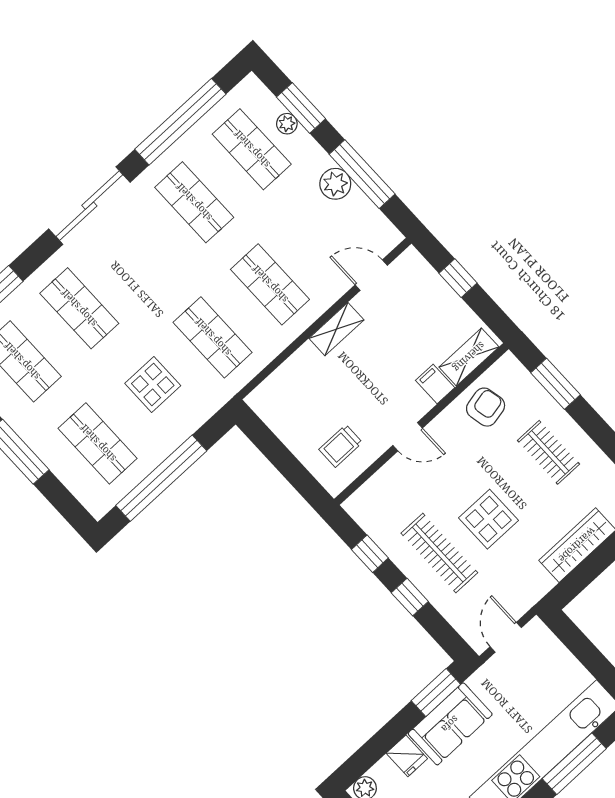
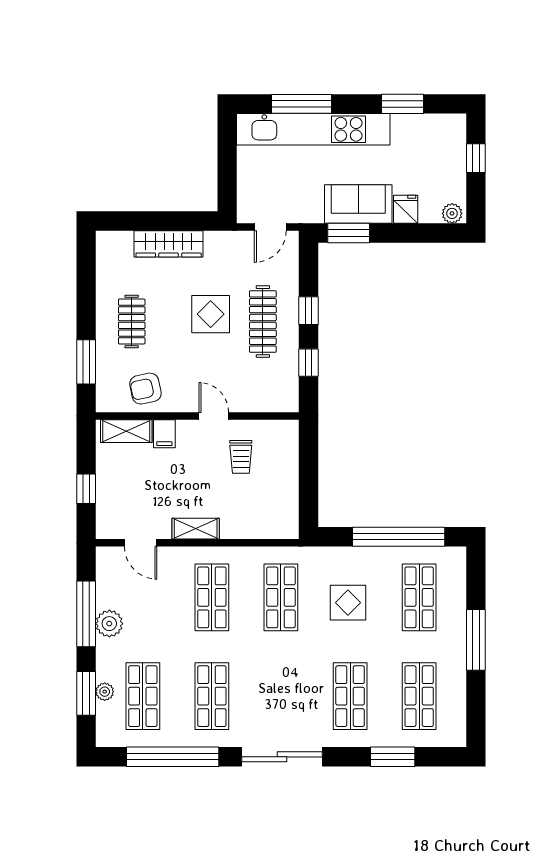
trolley: (341, 446) -> (241, 457), moved, turned 90

